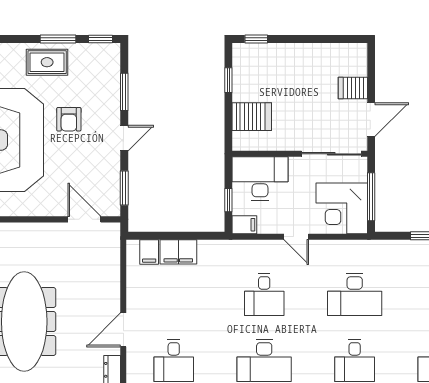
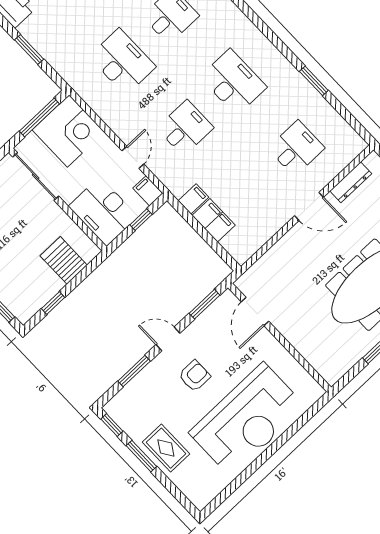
armchair: (69, 119) -> (194, 376), moved
door: (296, 237) -> (133, 157), moved
filing cabinet: (149, 252) -> (193, 199), moved

